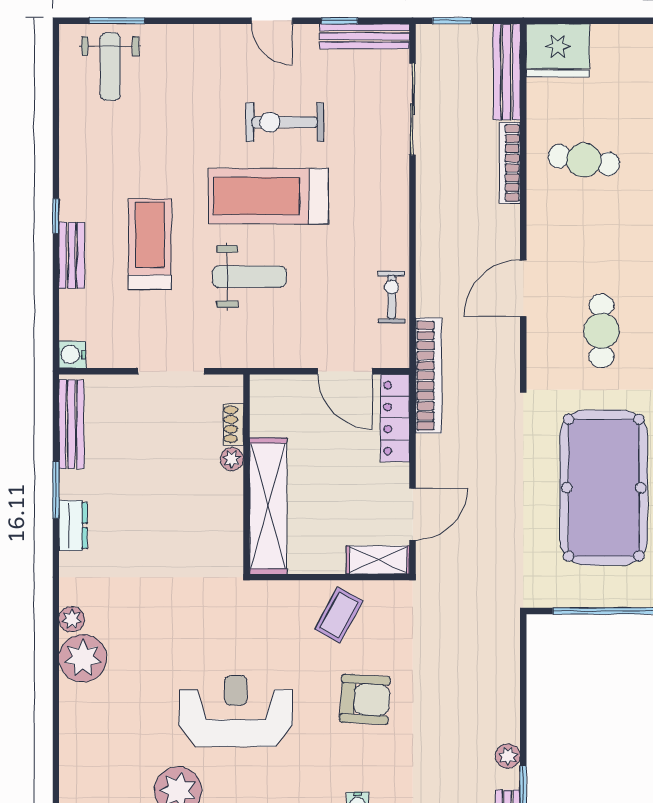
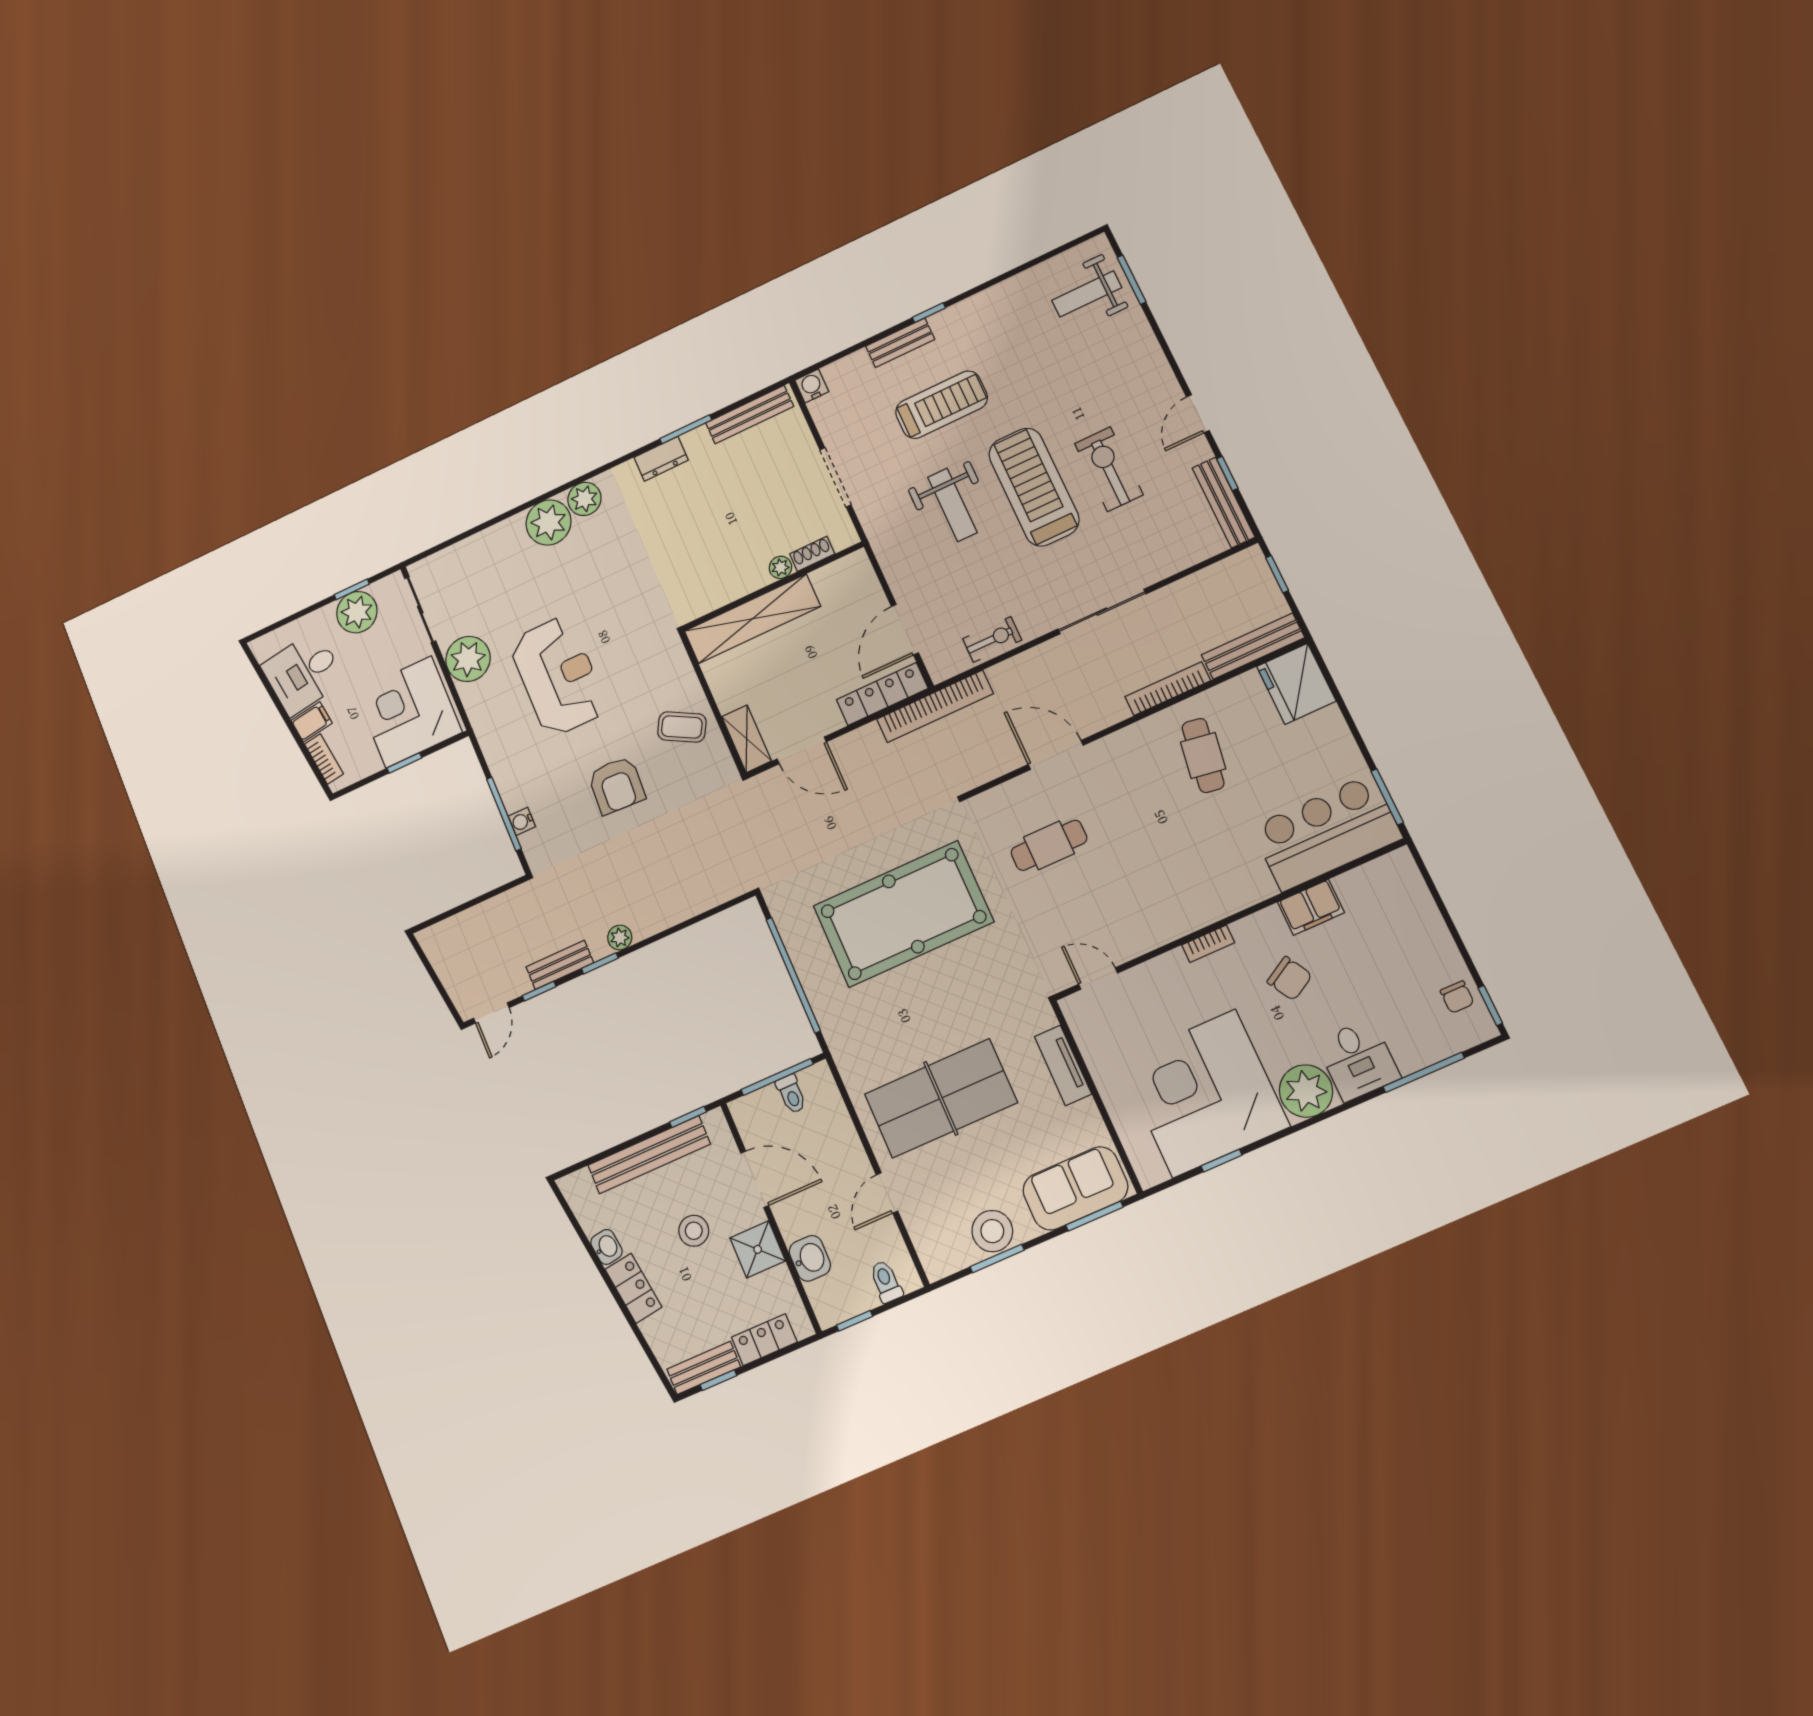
sliding door: (413, 109) -> (1102, 612), moved
plant: (72, 619) -> (584, 499), width x1.38, depth x1.38

